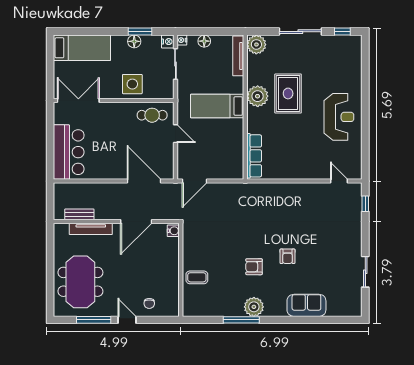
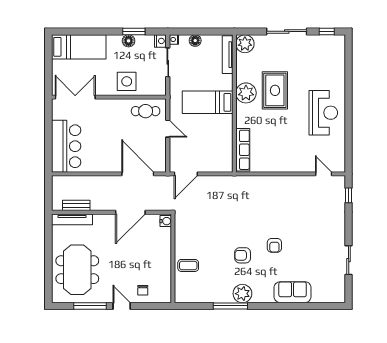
tv unit: (91, 229) -> (72, 219), moved

